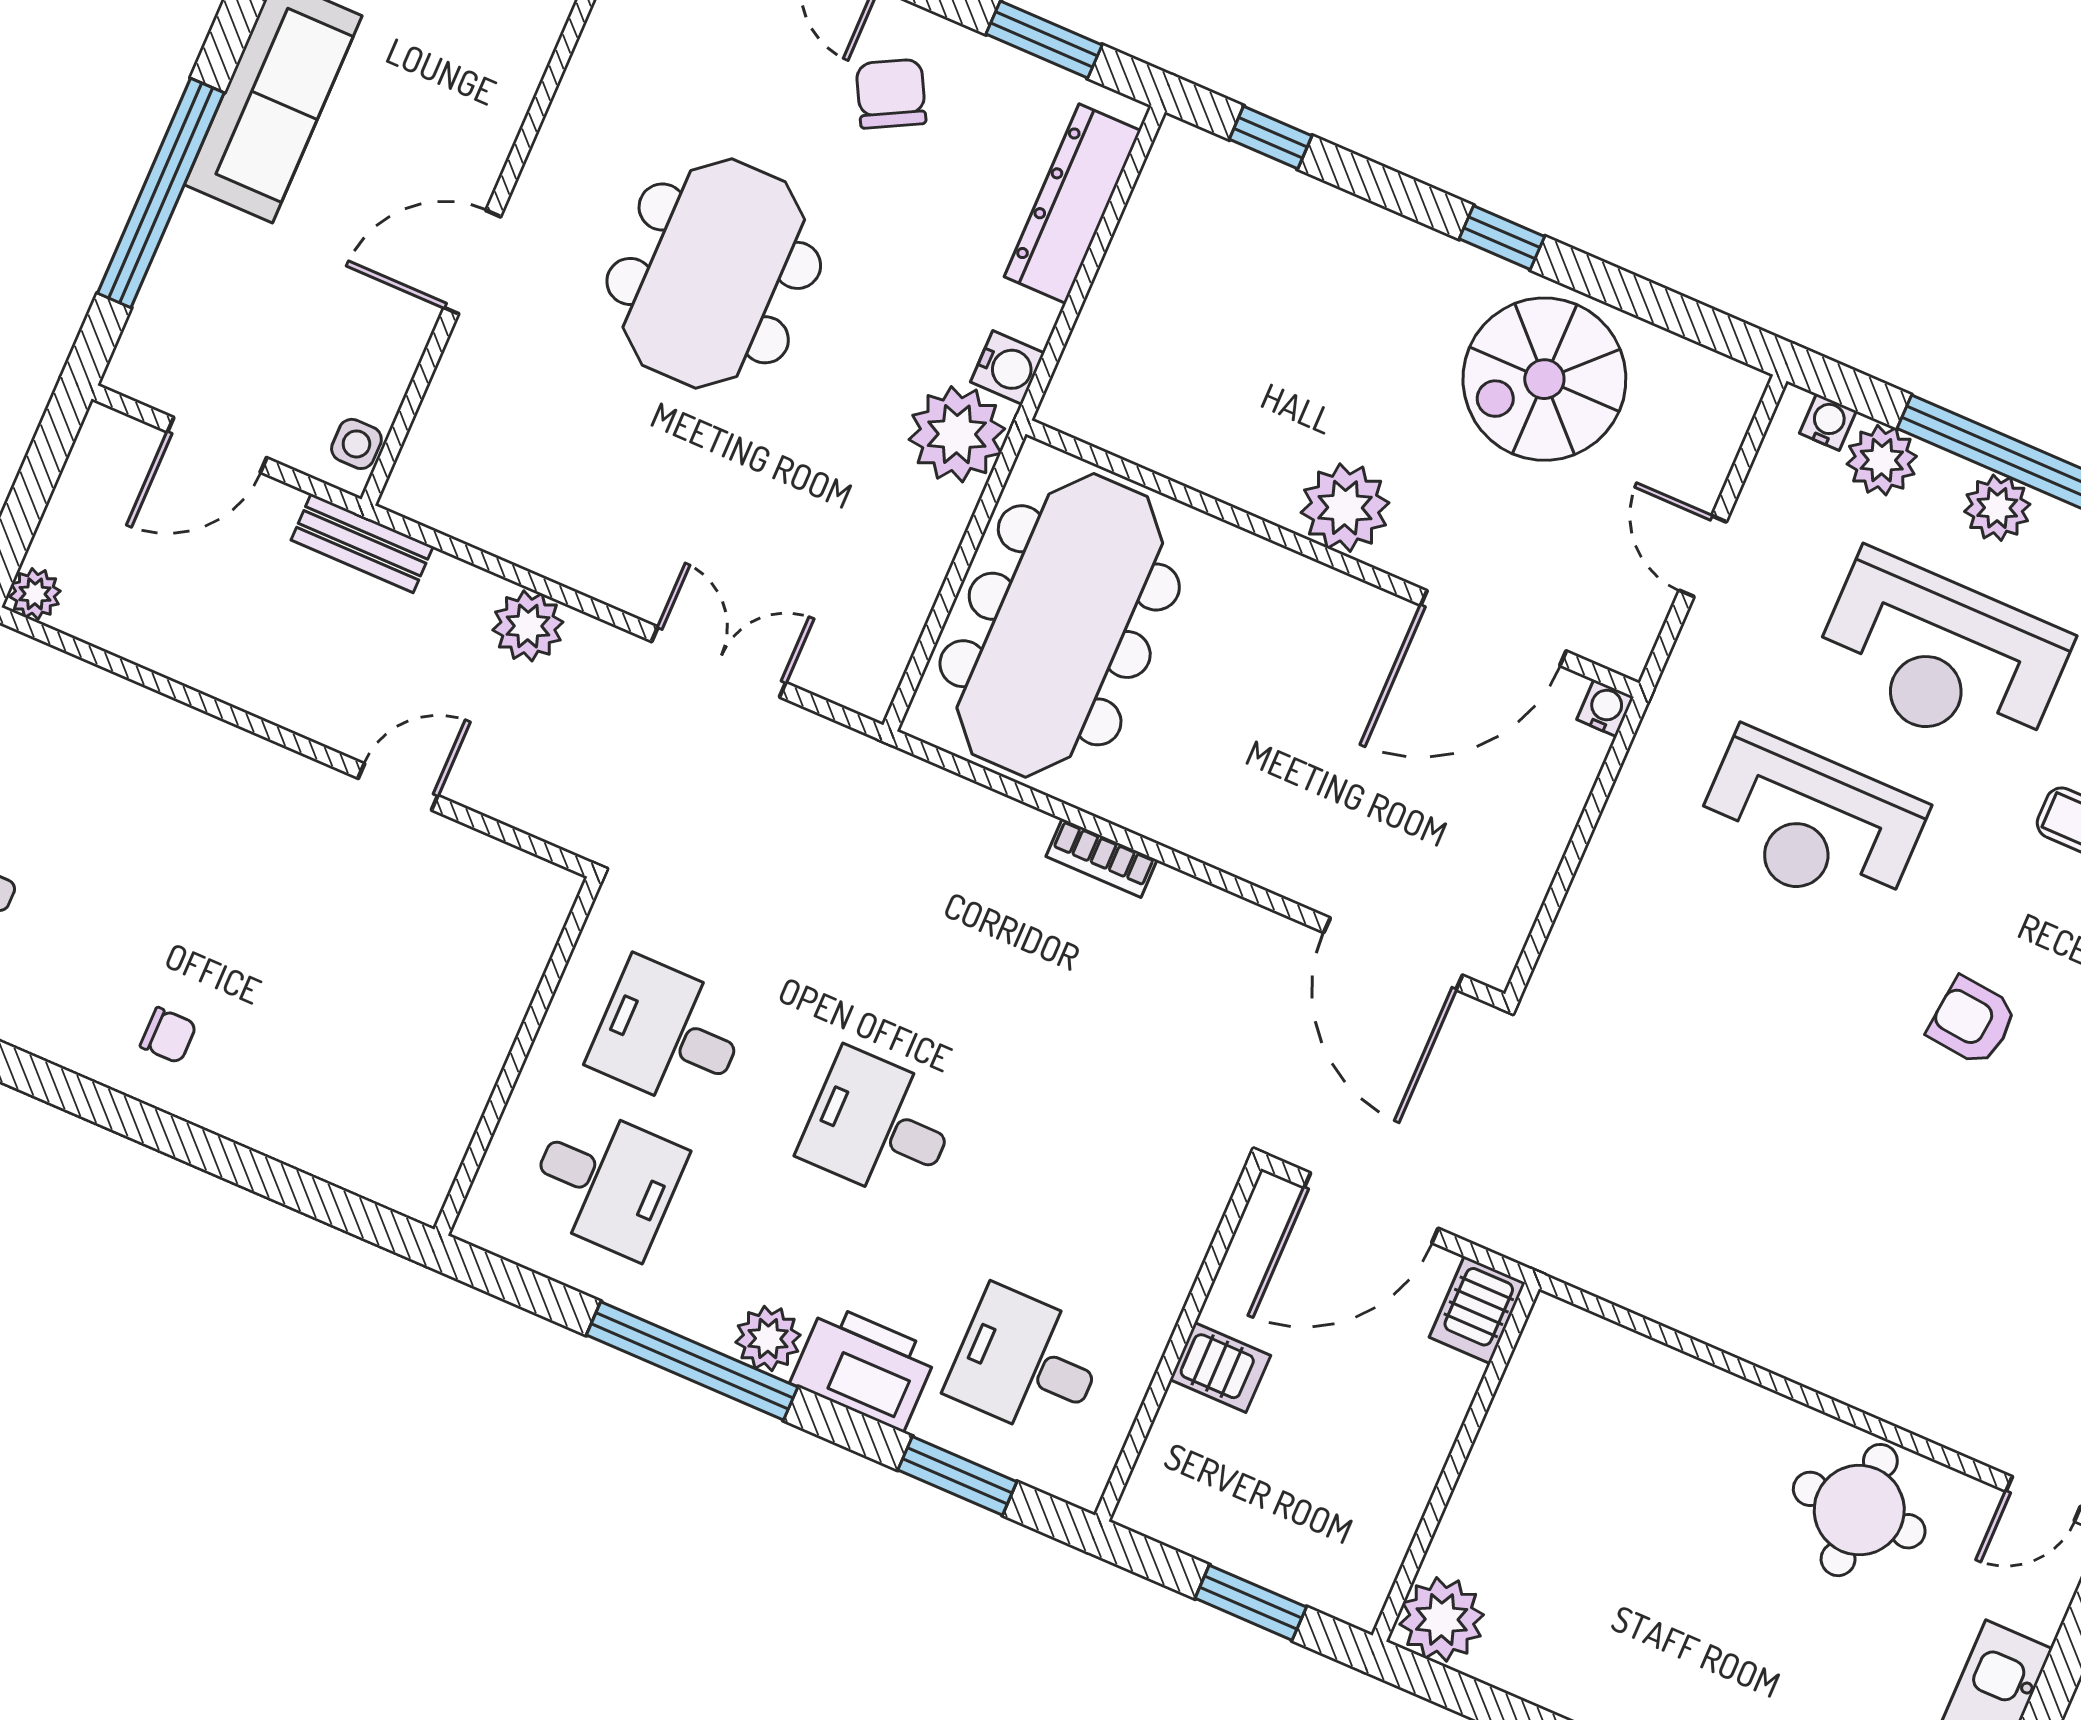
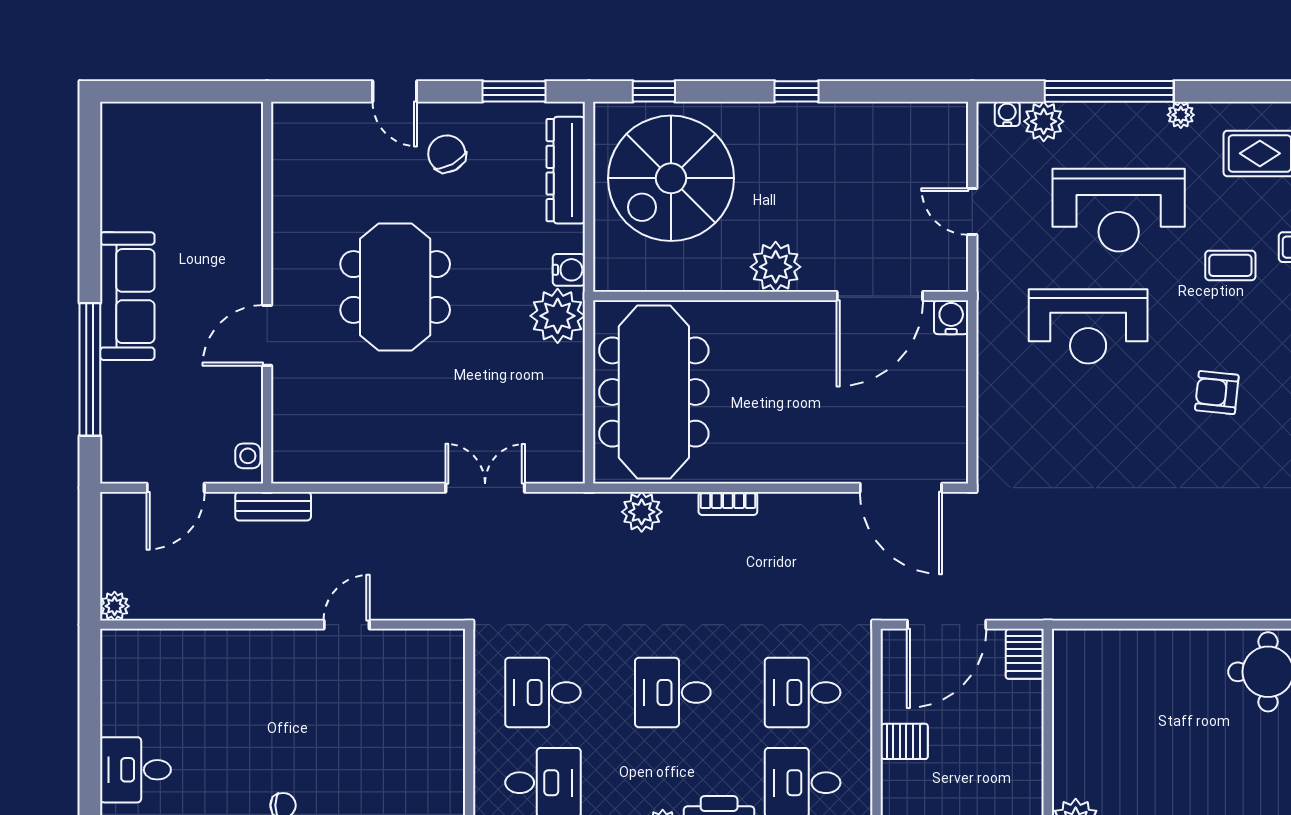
spiral stairs: (1544, 379) -> (671, 178), moved, width x1.37, depth x1.37
plant: (1997, 508) -> (1114, 120), removed
plant: (528, 626) -> (642, 512), moved
water cooler: (1605, 708) -> (951, 317), width x1.38, depth x1.38
desk: (1090, 1217) -> (803, 692), added

